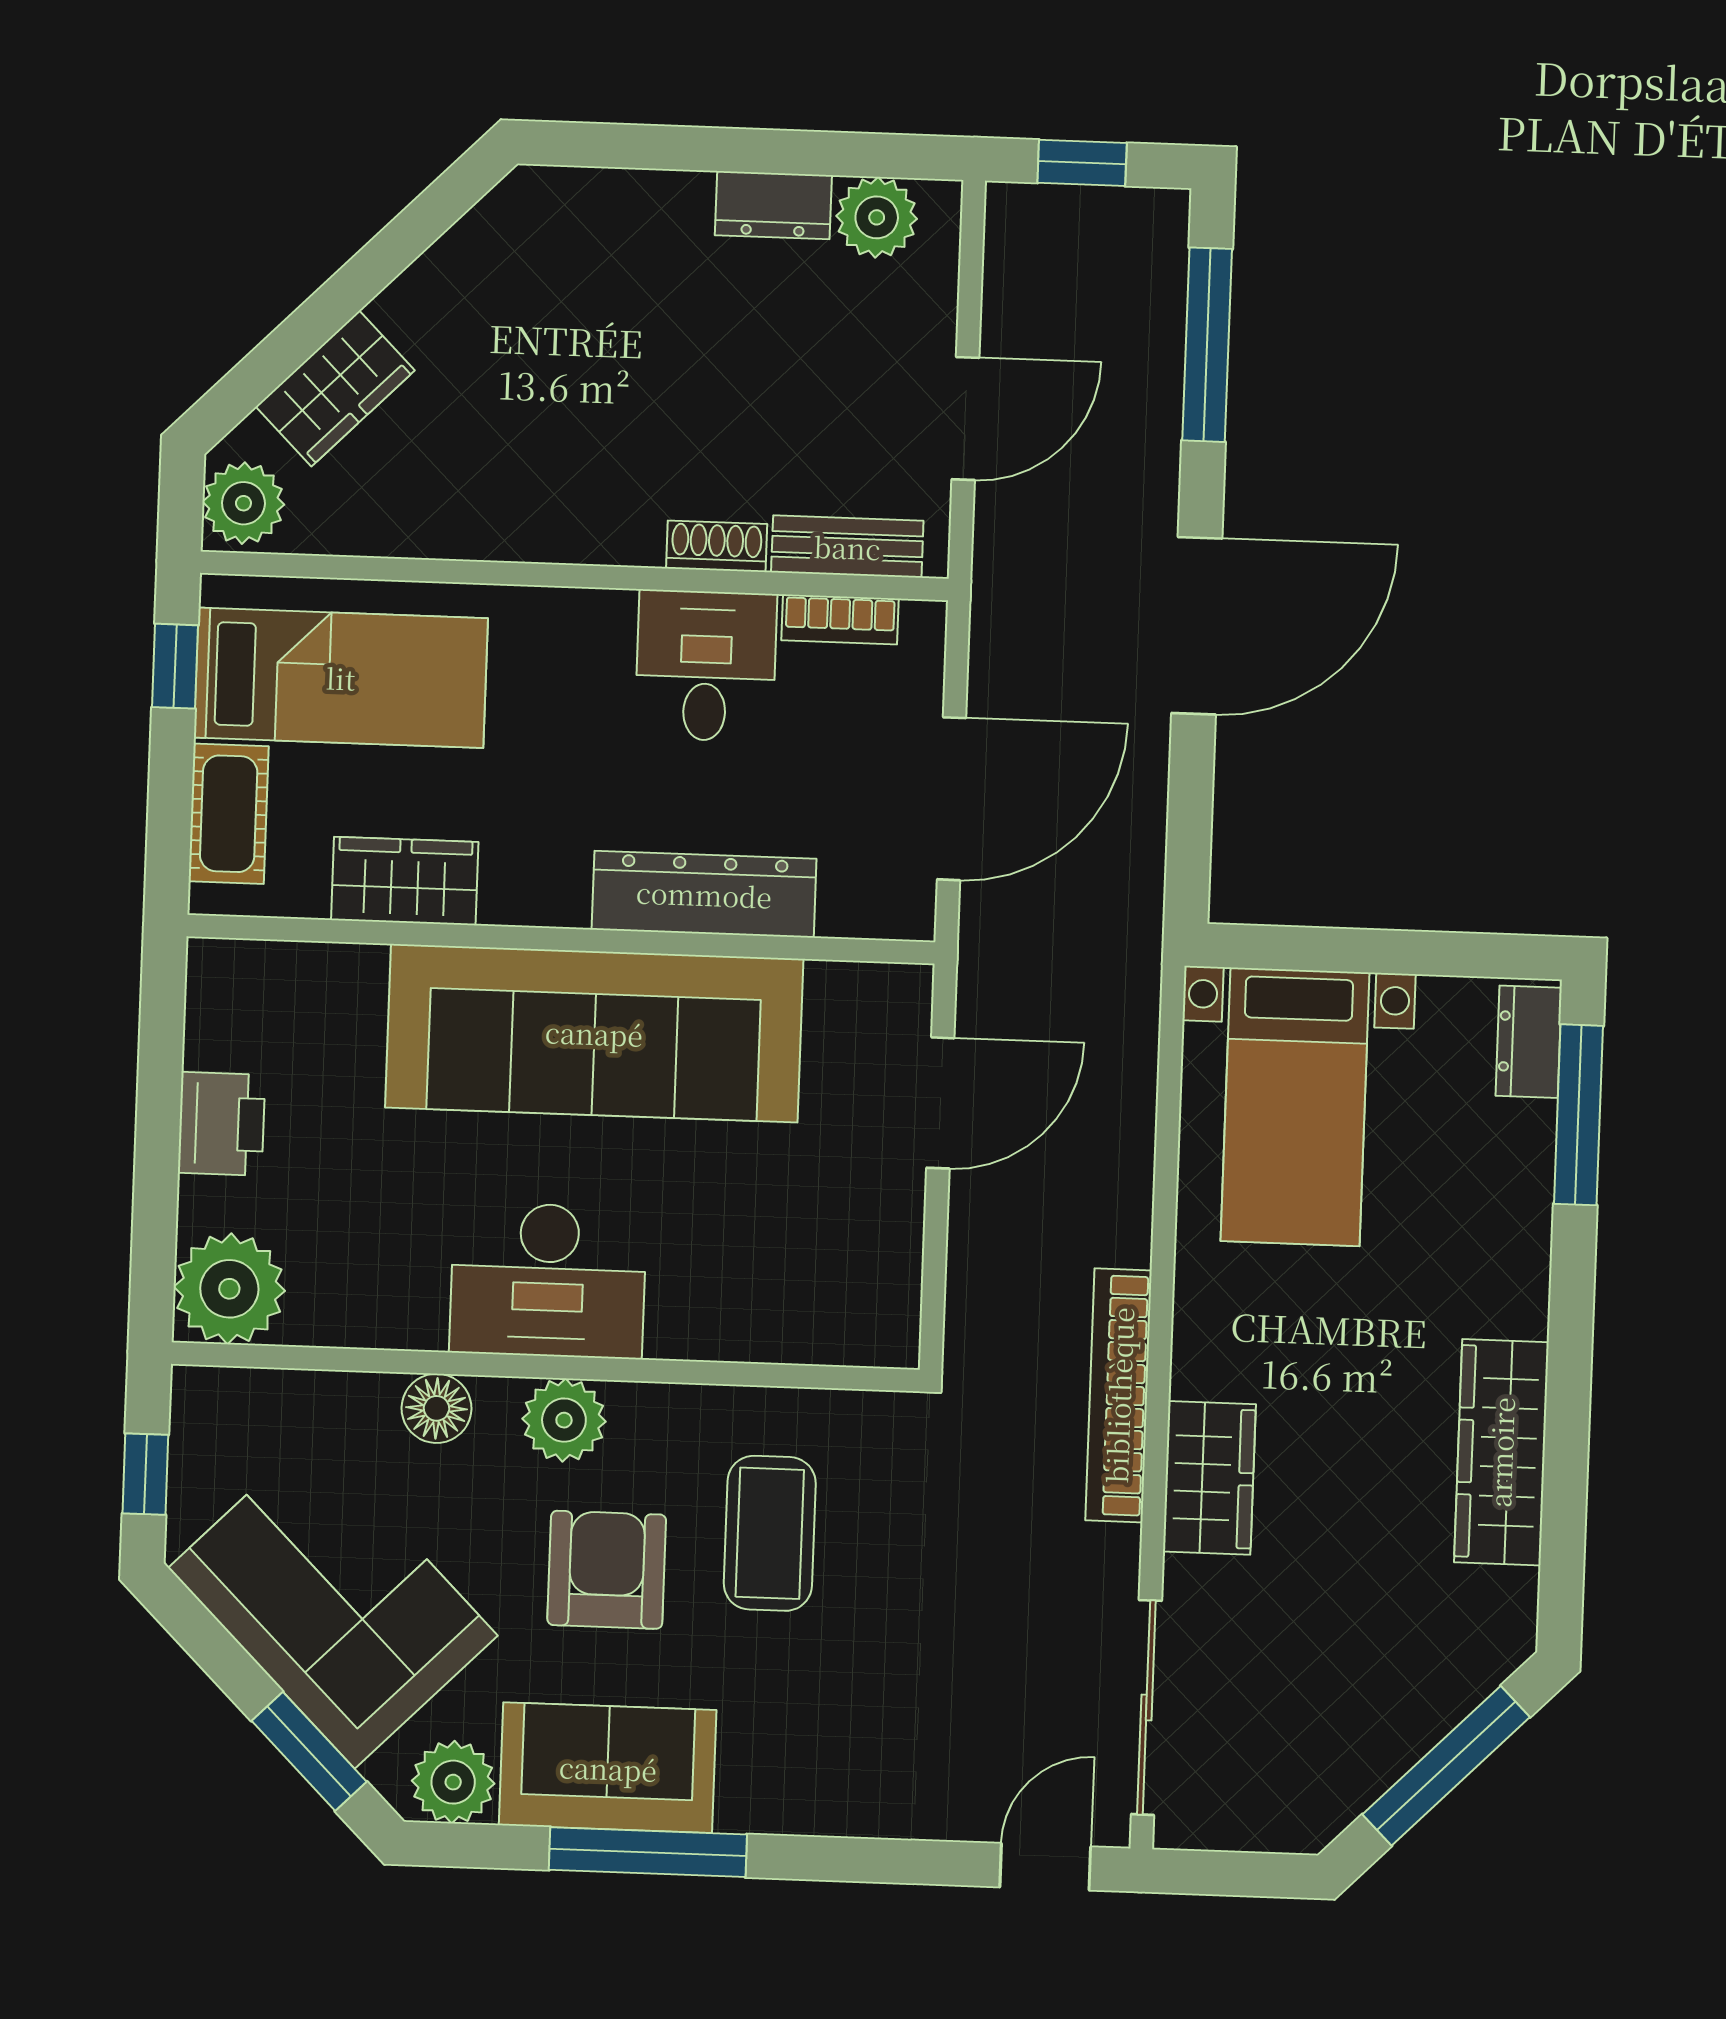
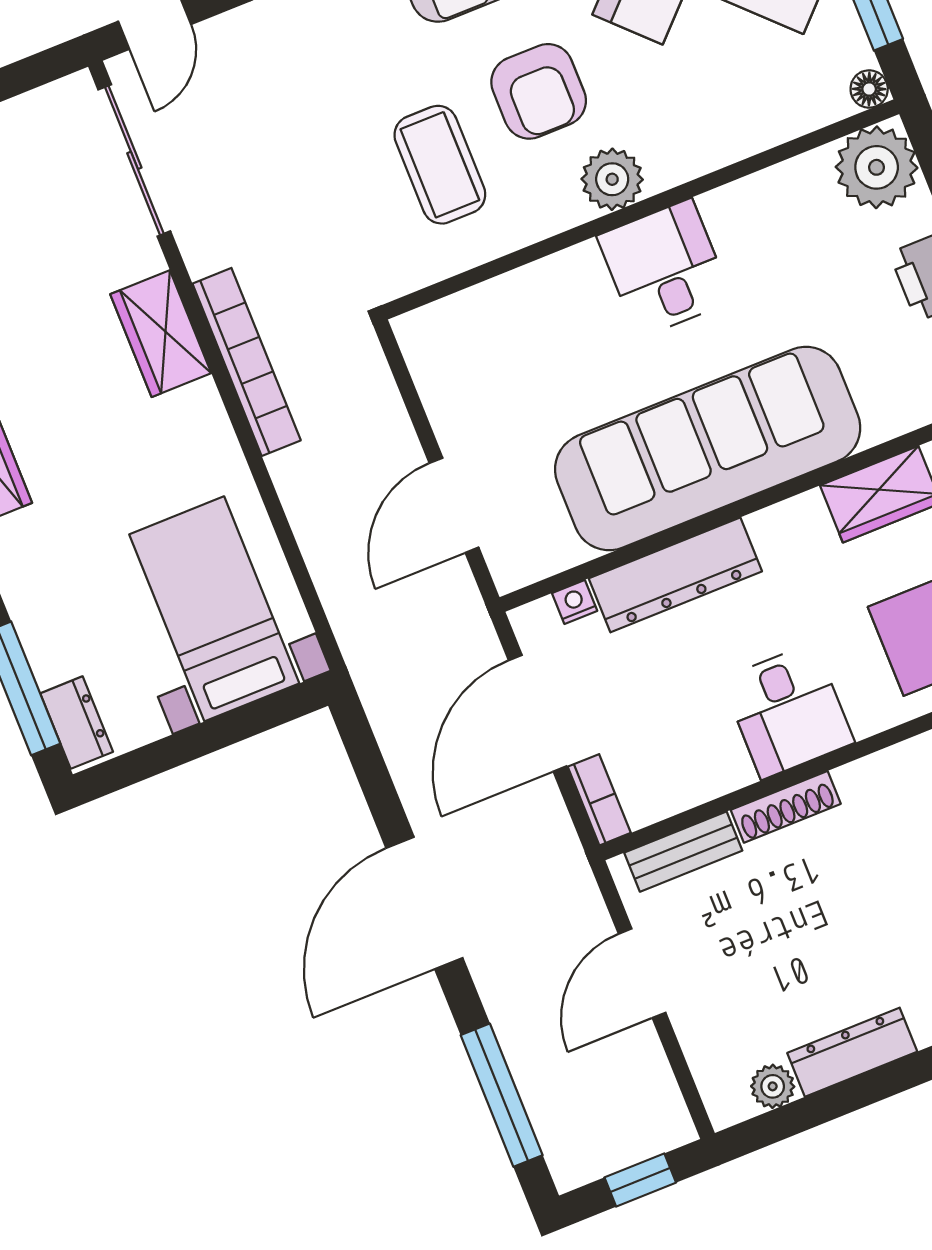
dresser: (773, 205) -> (852, 1052), width x1.44
plant: (877, 217) -> (773, 1086), width x0.73, depth x0.73
shoe rack: (717, 546) -> (786, 807), width x1.43
bookcase: (840, 619) -> (599, 800), moved, turned 90
desk: (706, 666) -> (788, 711), moved
nightstand: (844, 916) -> (575, 602), added
desk: (548, 1280) -> (665, 268), width x0.73
floor lamp: (436, 1408) -> (869, 89), moved, width x0.73, depth x0.73

